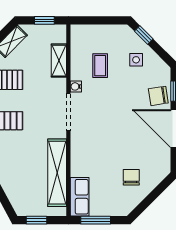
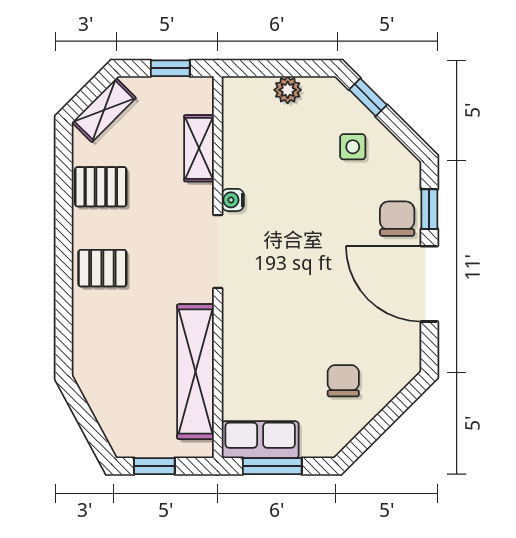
plant: (103, 31) -> (288, 90), added
coffee table: (100, 66) -> (281, 158), removed
chair: (158, 96) -> (397, 219), turned 99
row of seats: (80, 197) -> (260, 440), moved, turned -90

